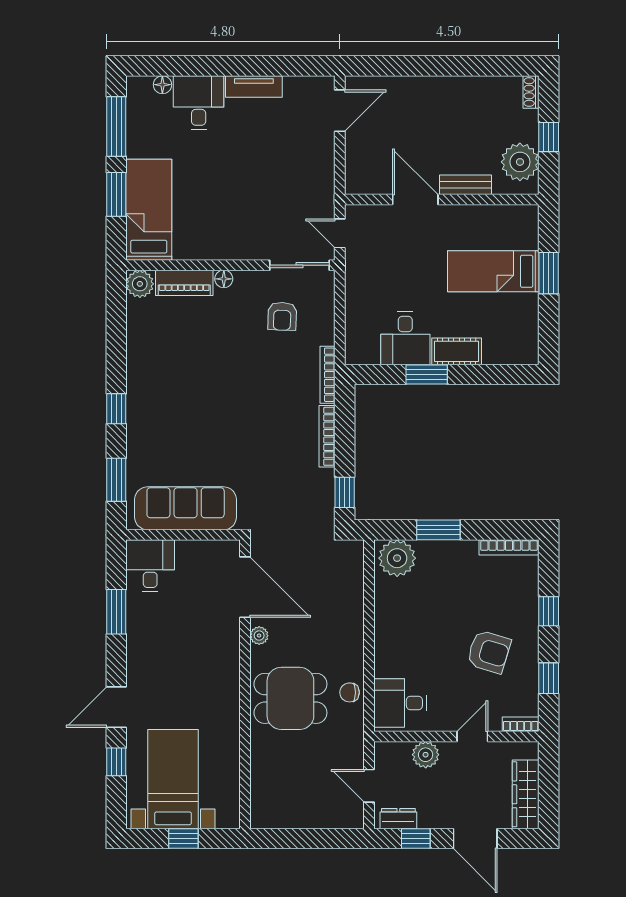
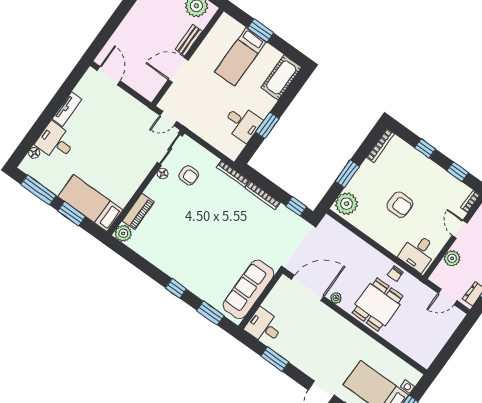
floor lamp: (224, 279) -> (163, 173), moved
cot: (457, 351) -> (281, 77), moved, width x1.37, depth x1.34
armchair: (489, 652) -> (400, 205), moved, turned 73

